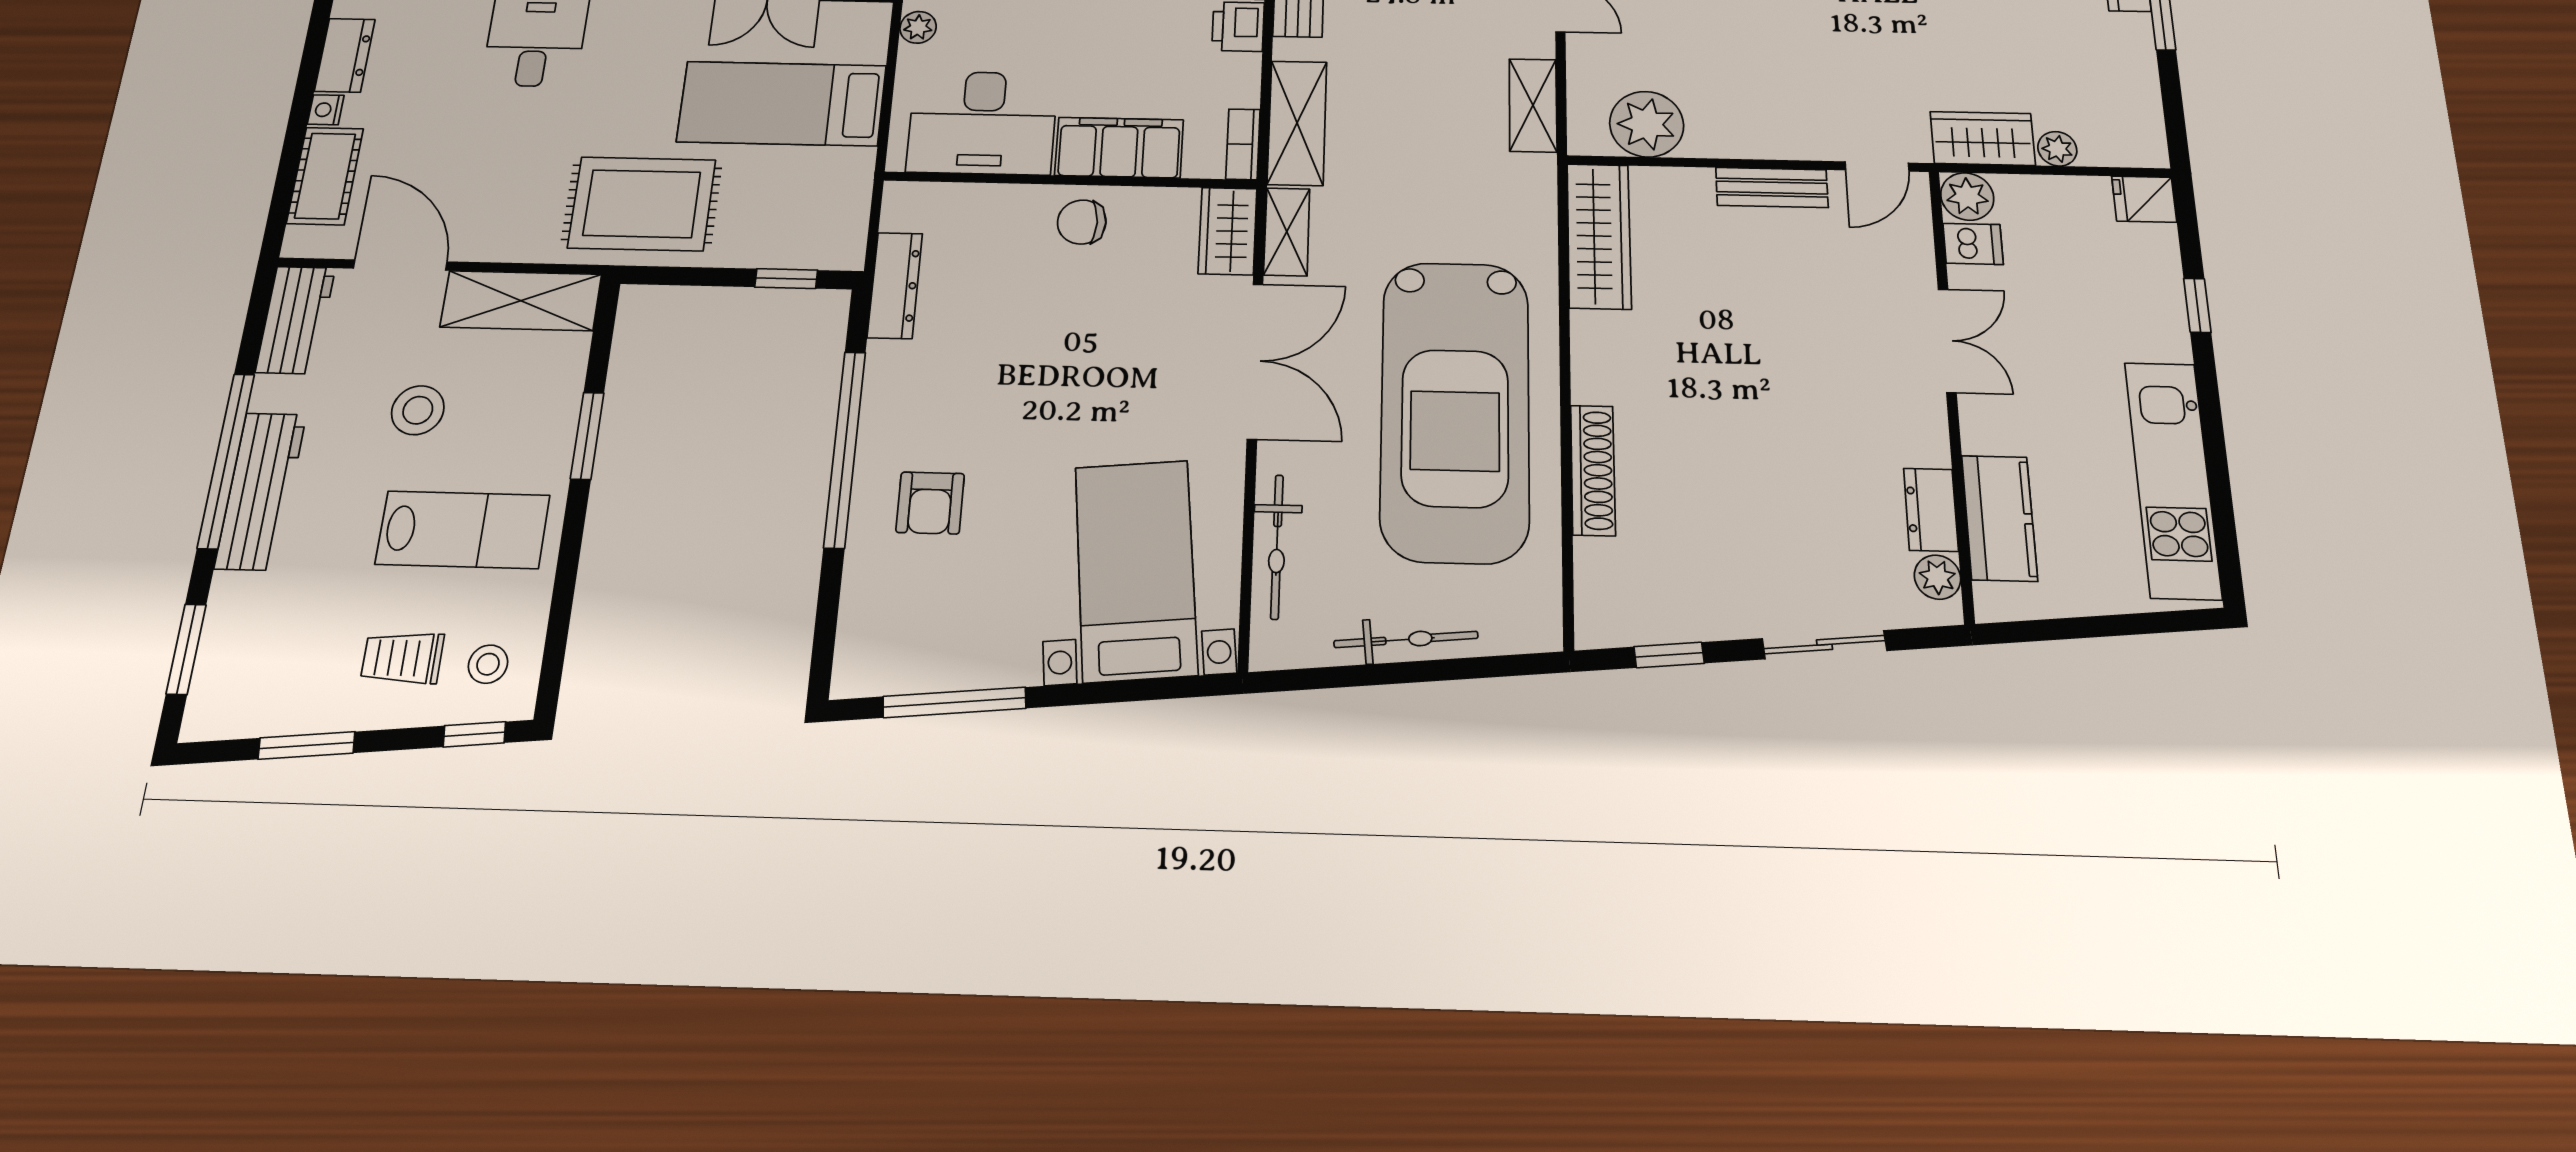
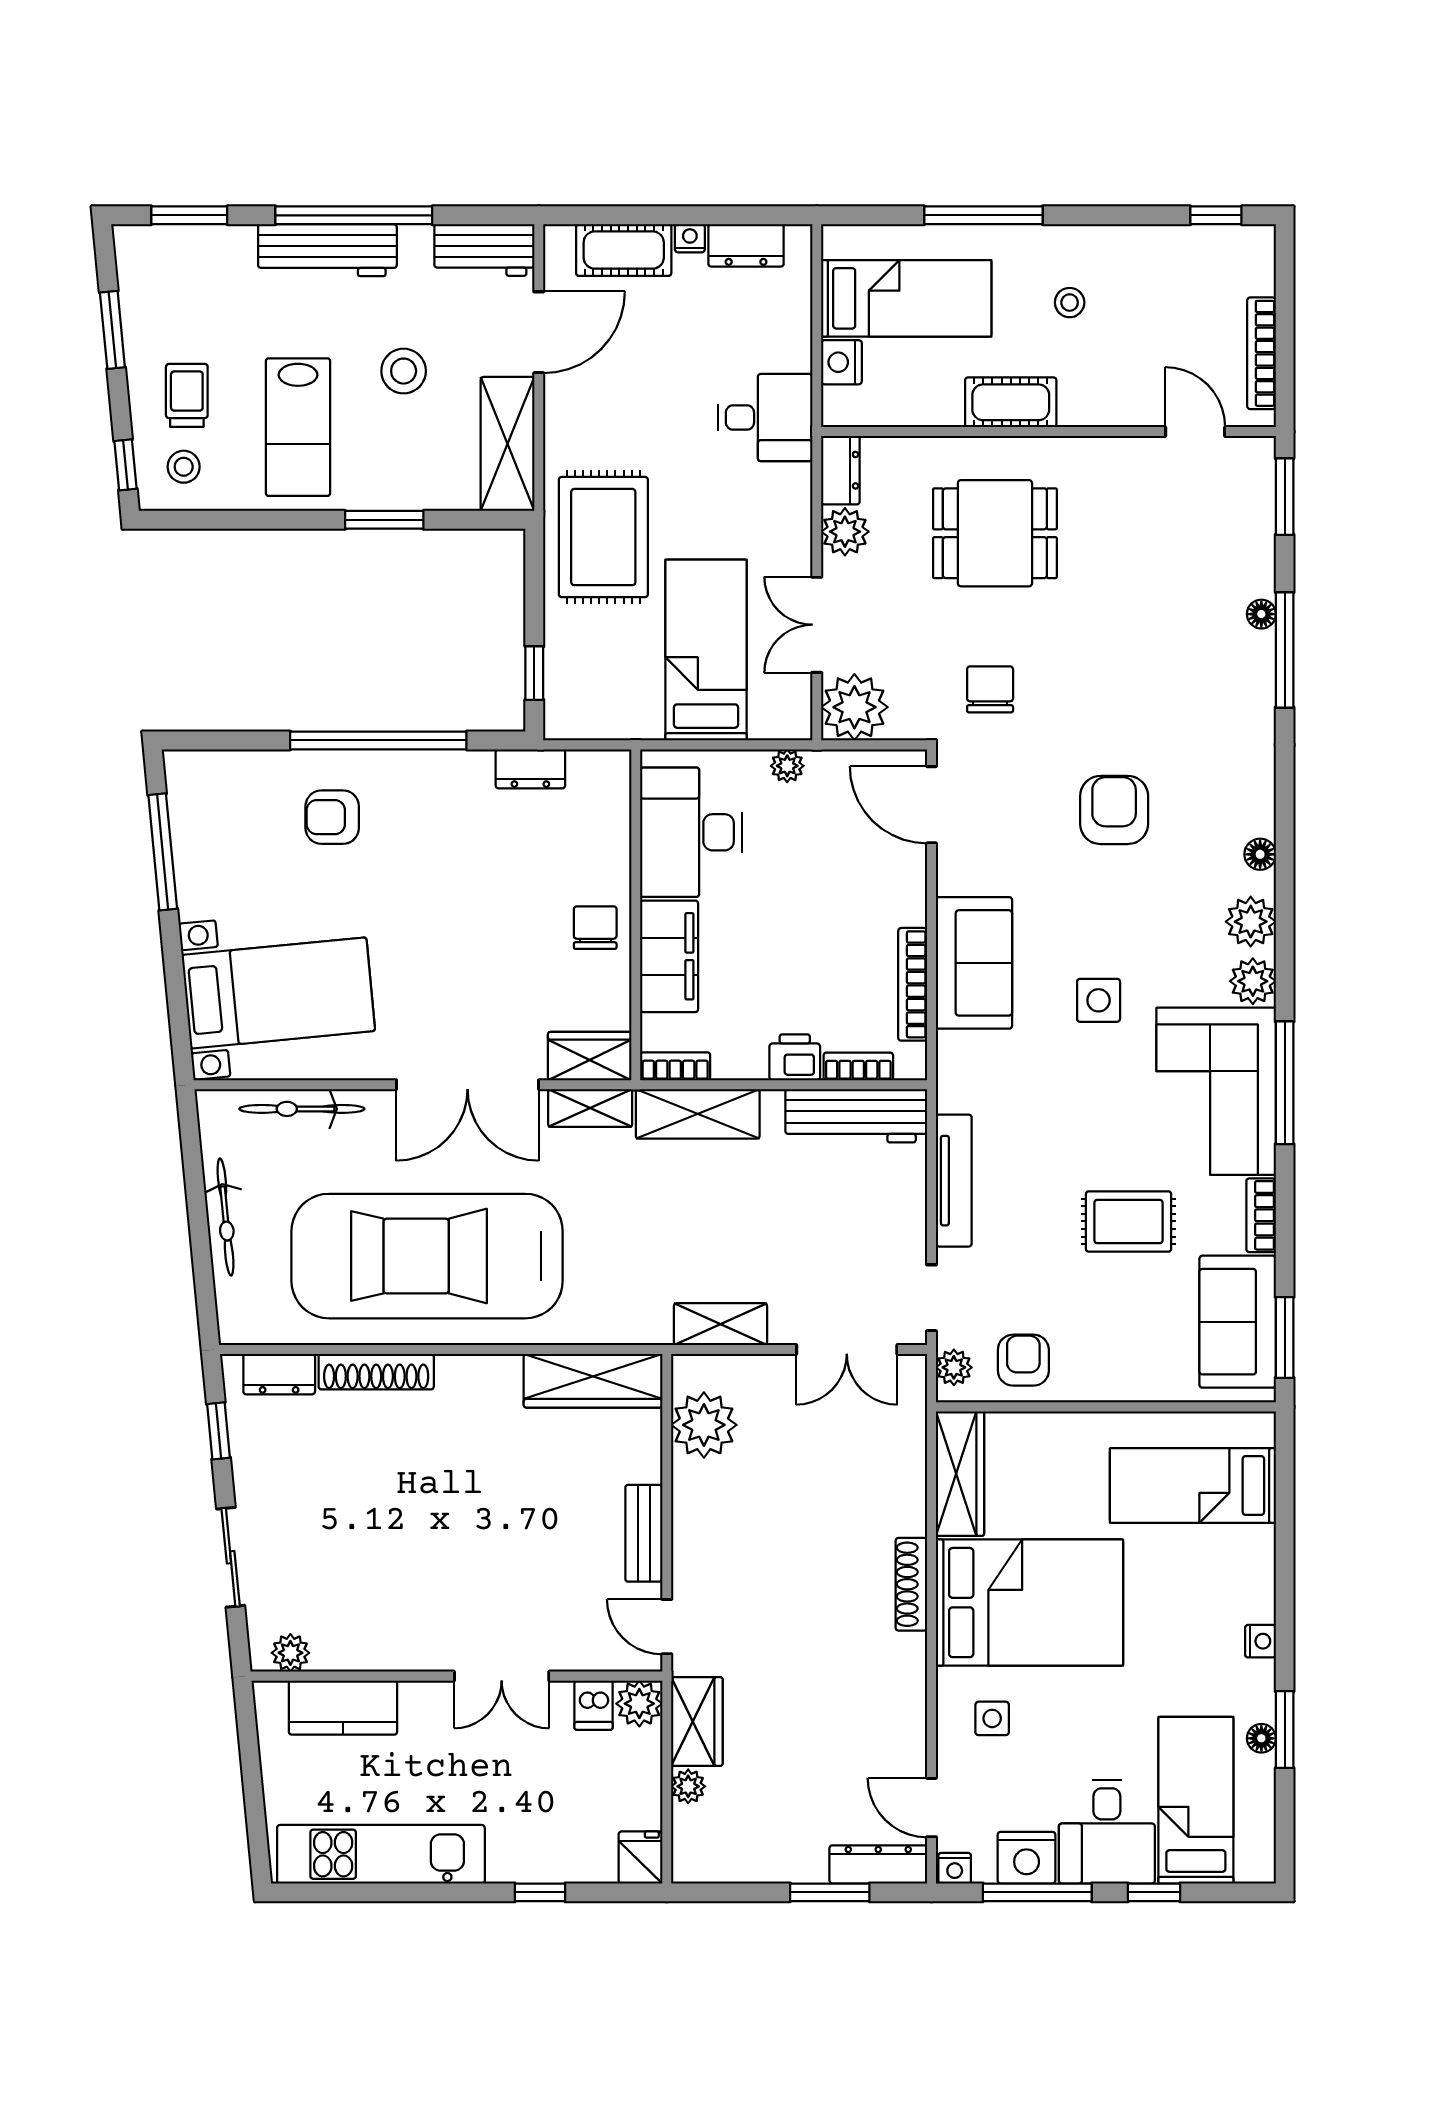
dresser: (895, 285) -> (530, 769), width x0.70
dresser: (1931, 510) -> (279, 1374), moved, turned 180

